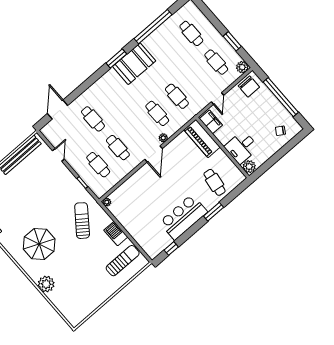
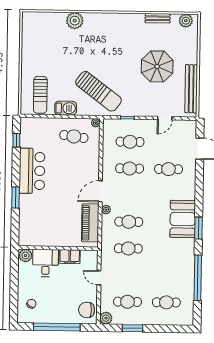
booth: (134, 64) -> (183, 219), moved
filing cabinet: (211, 122) -> (70, 257), moved
piano: (202, 138) -> (90, 223), moved, turned -90
door: (154, 154) -> (100, 191), hinge flipped
door: (58, 155) -> (165, 118), hinge flipped
cafe table: (215, 182) -> (74, 136), moved
sun lounger: (82, 221) -> (99, 91), width x1.36, depth x1.34
parasol: (39, 244) -> (157, 66), moved

